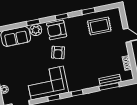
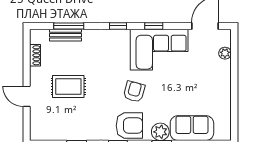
rug: (99, 26) -> (68, 86), moved

